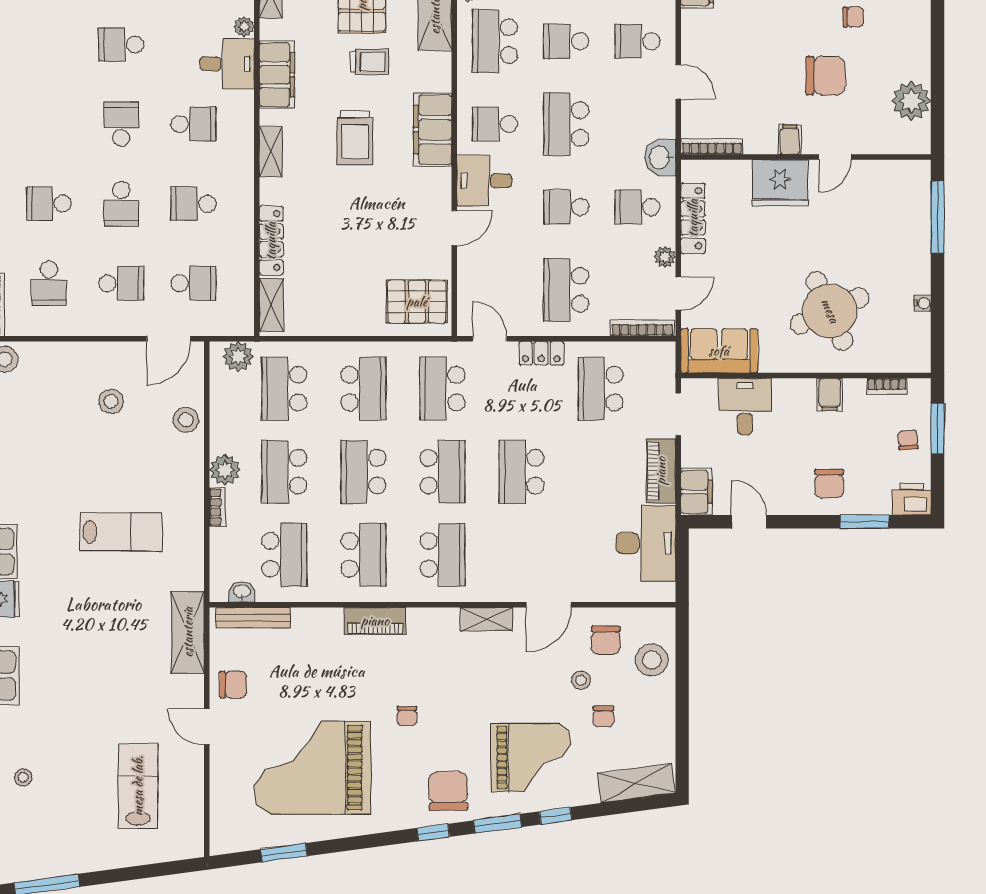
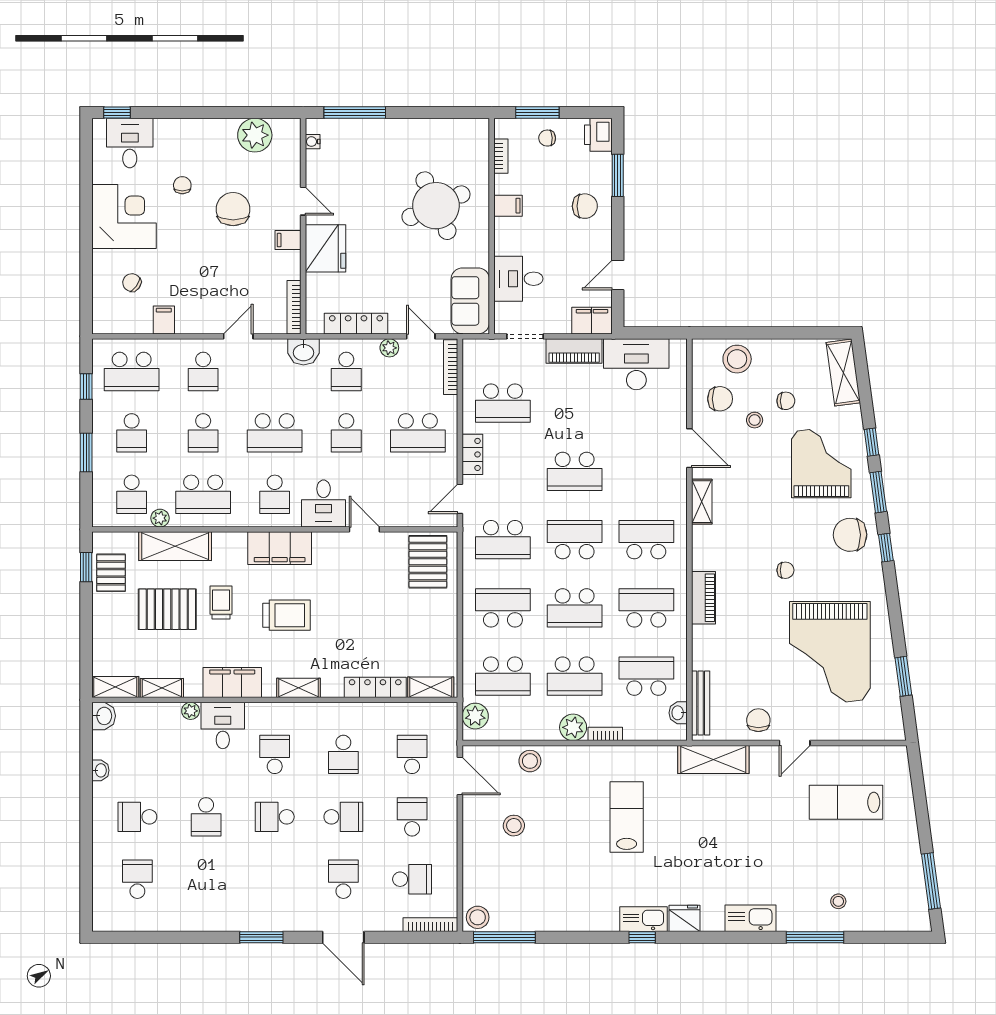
school desk: (49, 204) -> (343, 879), turned 180
water cooler: (923, 303) -> (313, 142), moved, turned -90

